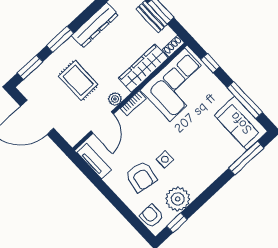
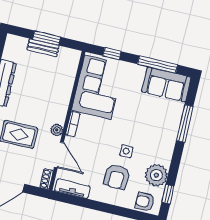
shoe rack: (173, 46) -> (46, 179), moved
wardrobe: (143, 68) -> (63, 92), removed
window: (246, 158) -> (185, 124), moved
armchair: (141, 177) -> (117, 177), turned 83

